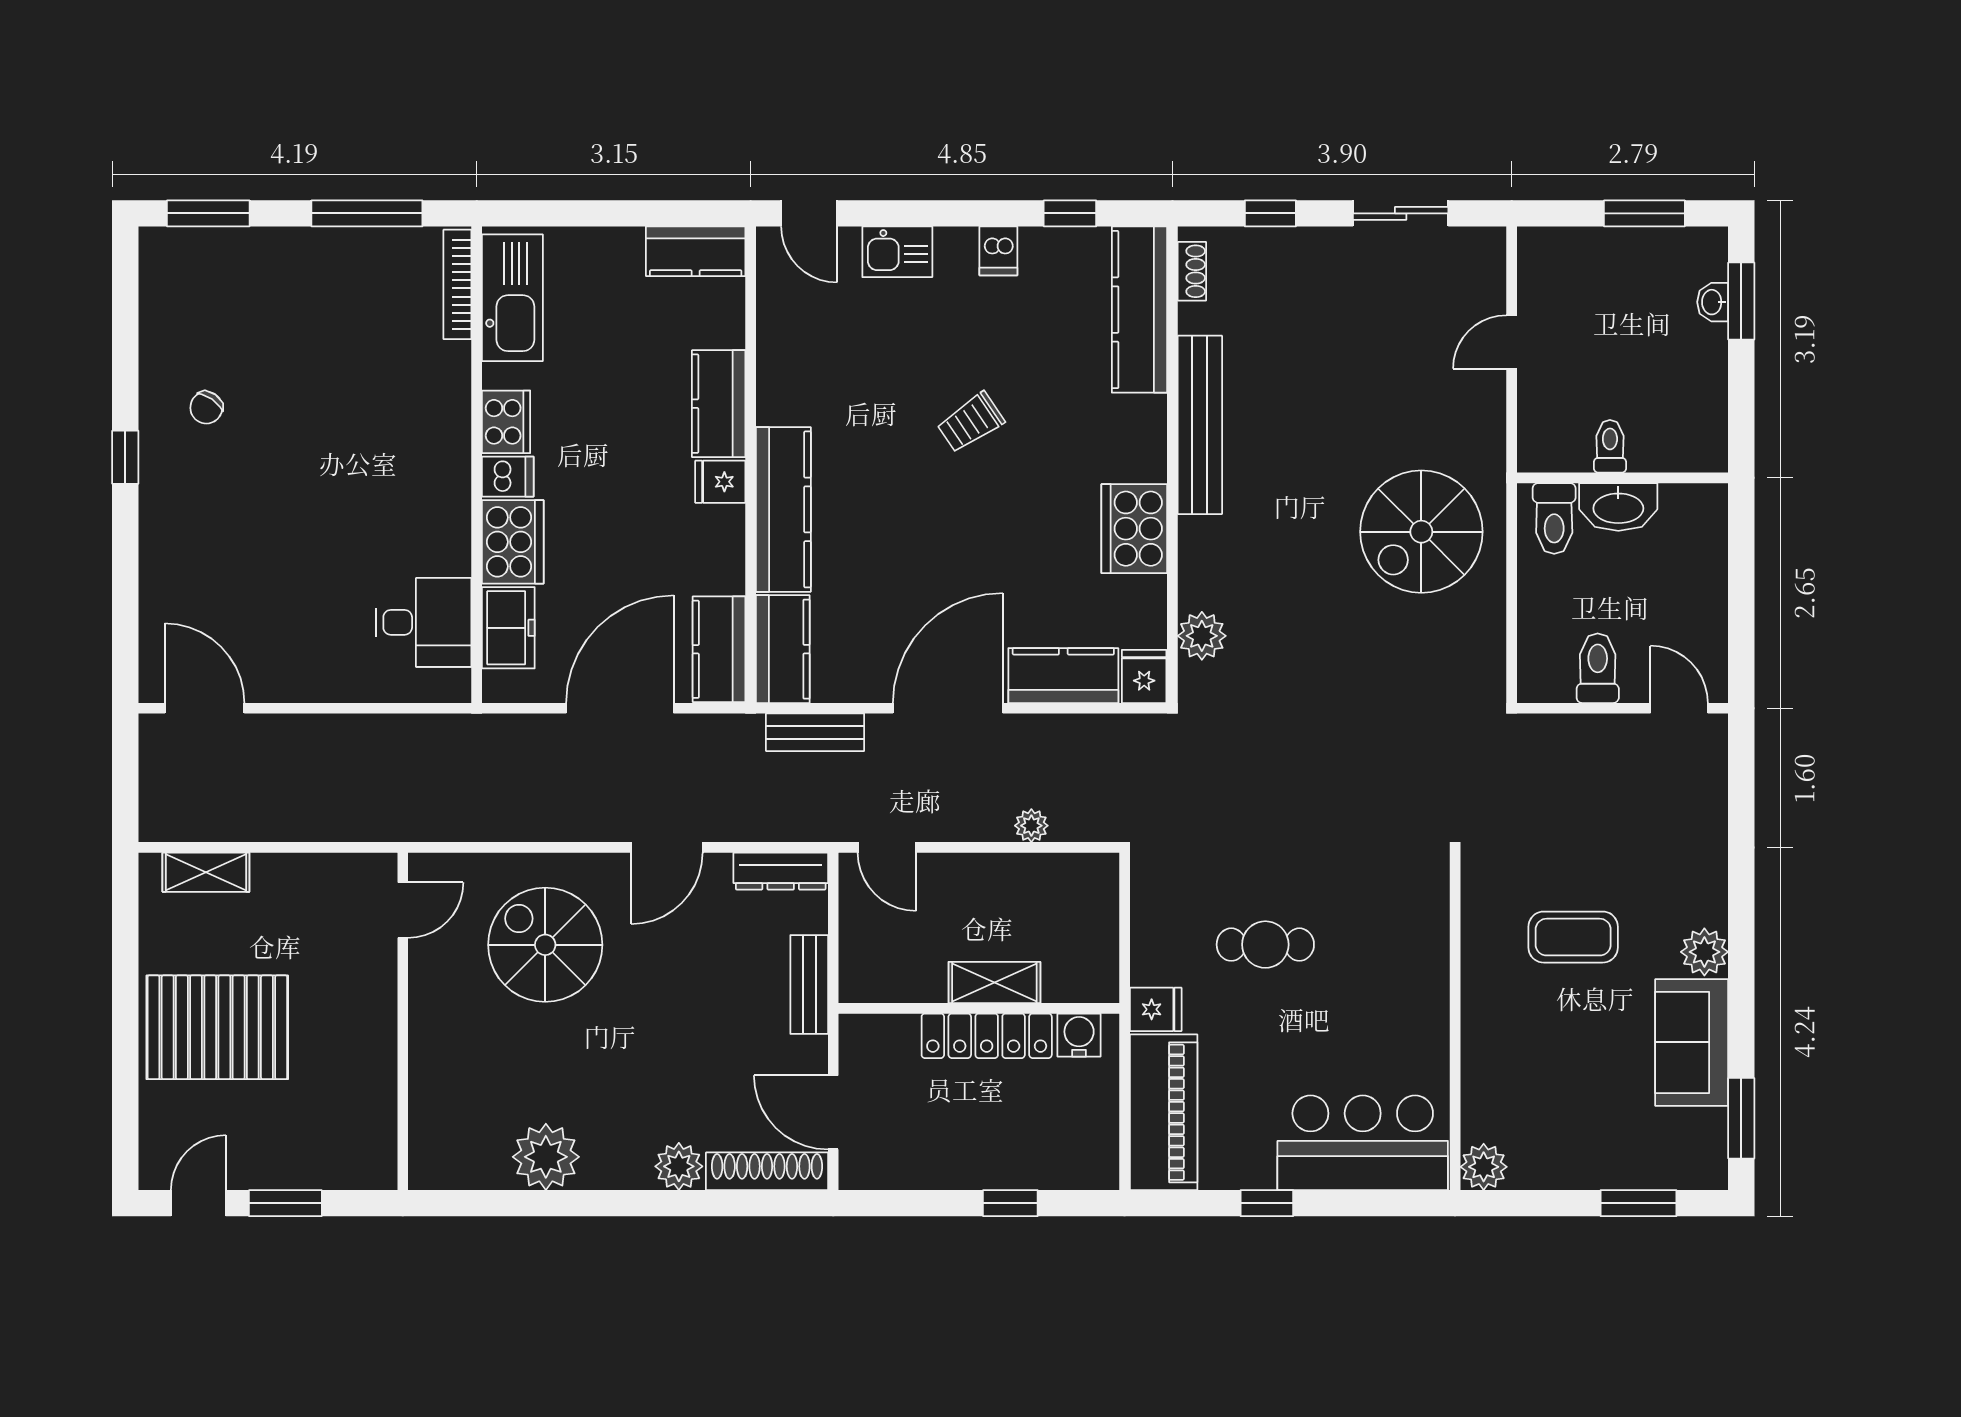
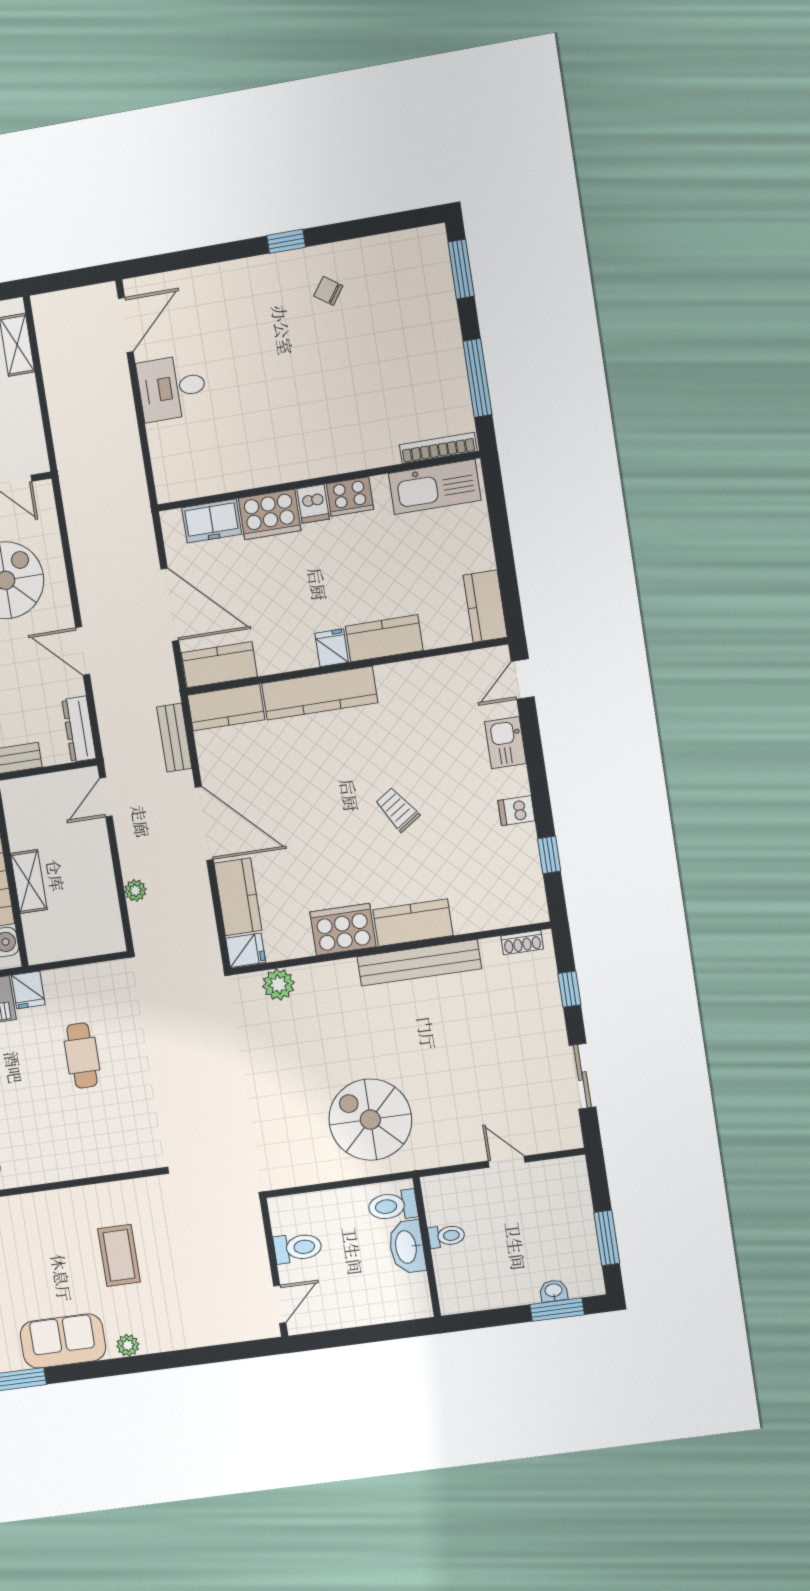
kitchen counter: (1140, 310) -> (413, 923), moved, width x0.67
desk: (424, 622) -> (172, 388), moved, turned 90
plant: (1704, 952) -> (128, 1345), width x0.73, depth x0.73

